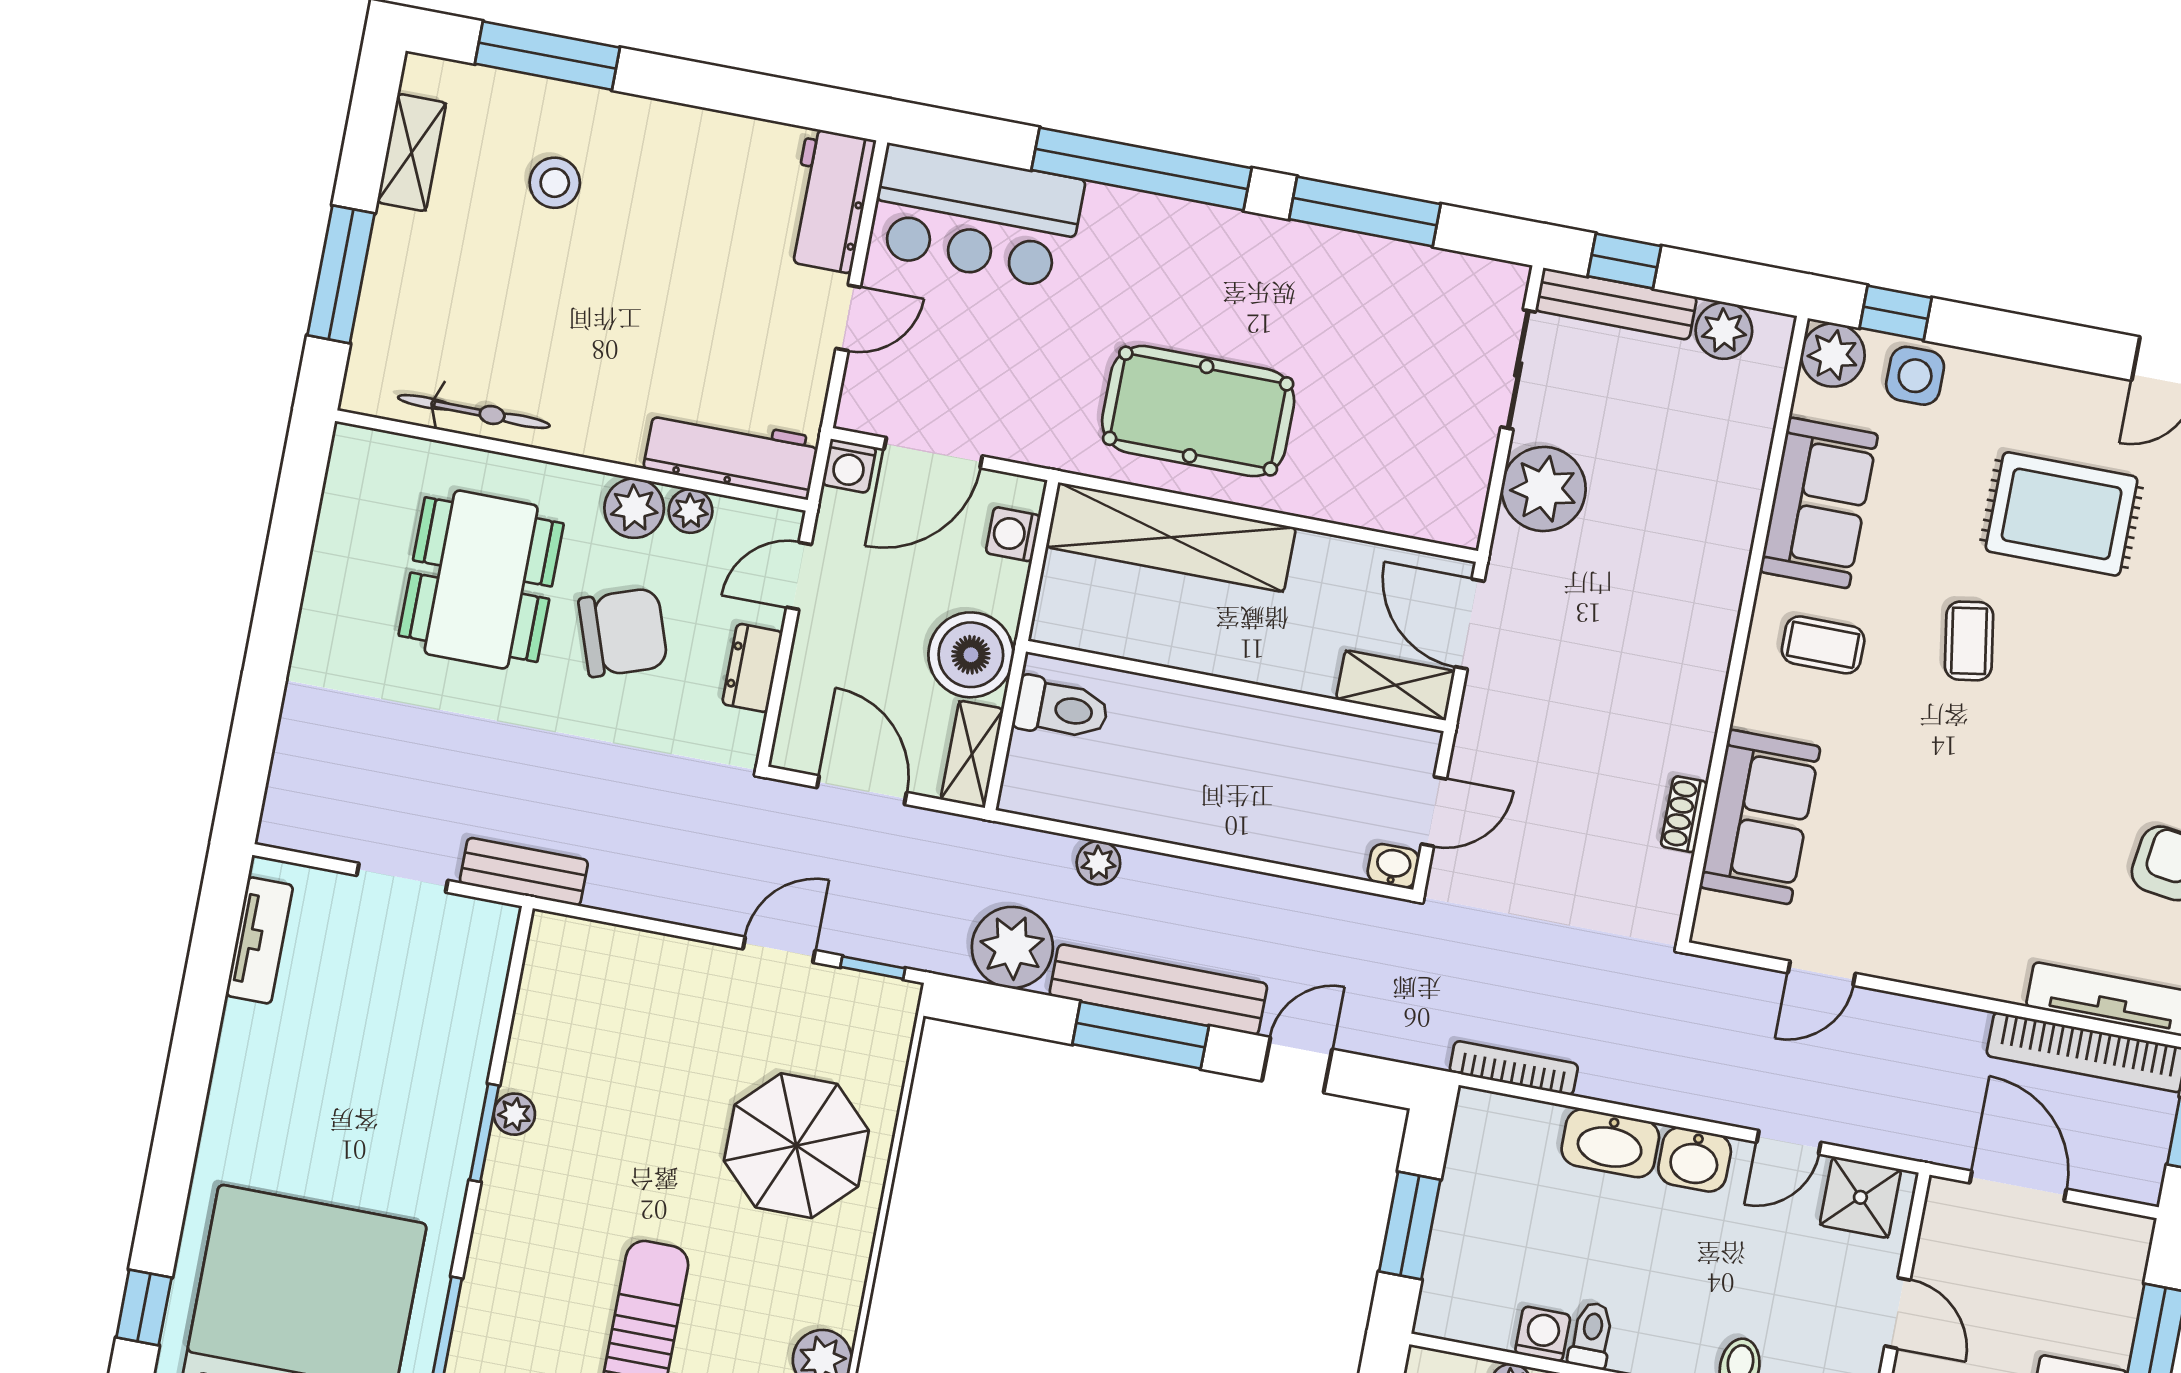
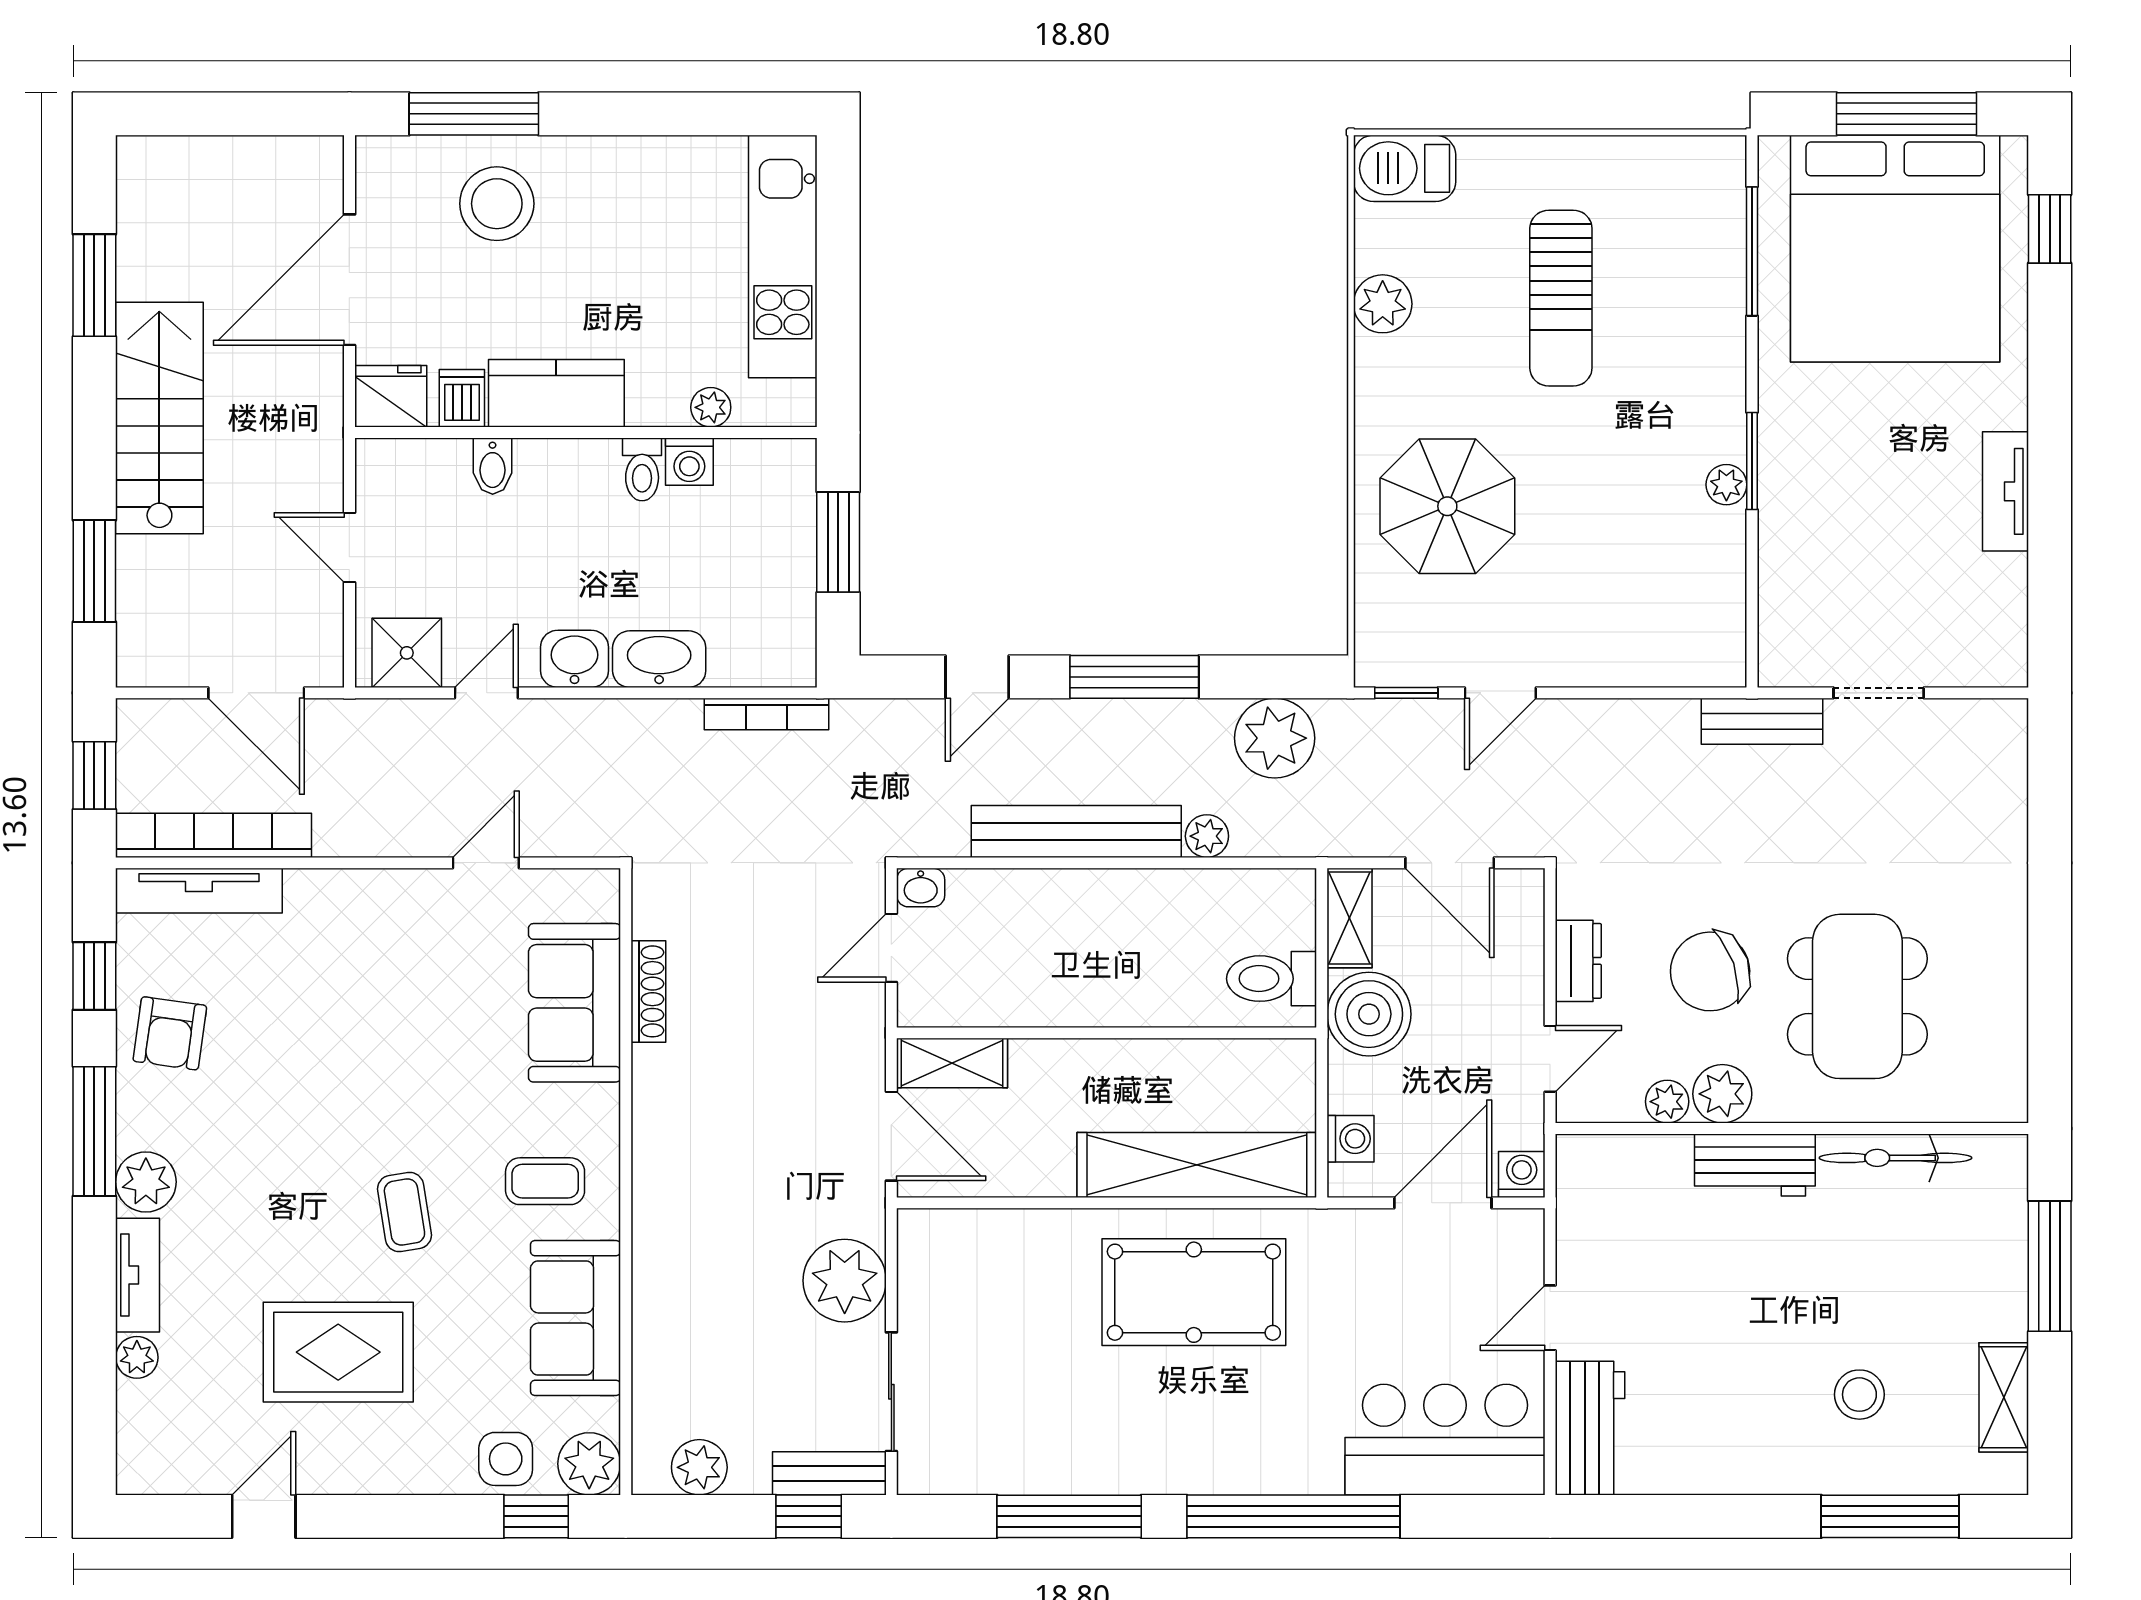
bench: (1616, 304) -> (829, 1473), width x0.73
workbench: (731, 453) -> (1755, 1165), moved, width x0.73
shoe rack: (1684, 814) -> (648, 991), width x1.43
tv unit: (259, 940) -> (2005, 491), moved
bench: (1158, 990) -> (1076, 831), moved

